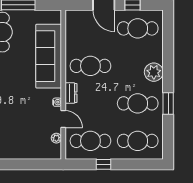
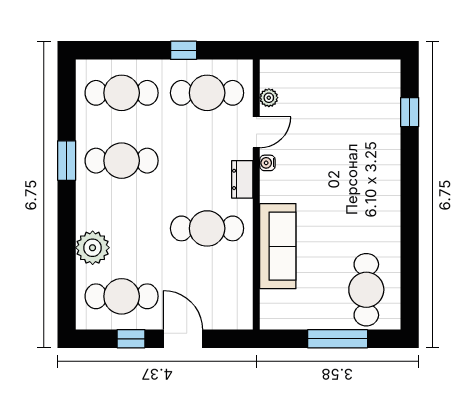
sofa: (49, 56) -> (278, 246), width x0.74, depth x0.79
plant: (154, 72) -> (93, 248), moved
door: (63, 119) -> (256, 132), swing flipped

